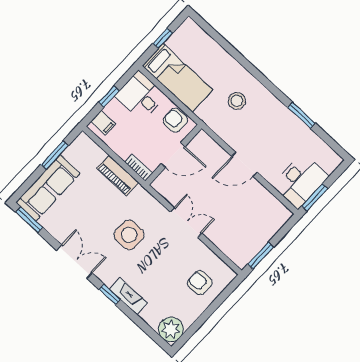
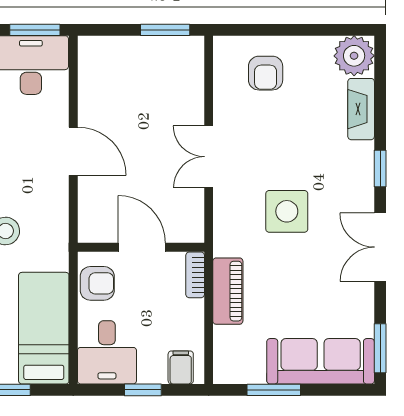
armchair: (175, 120) -> (97, 283), turned -90
fireplace: (128, 296) -> (361, 109), moved

